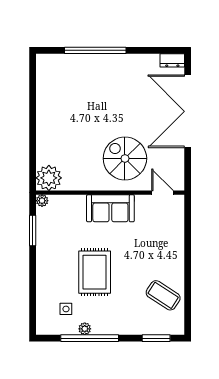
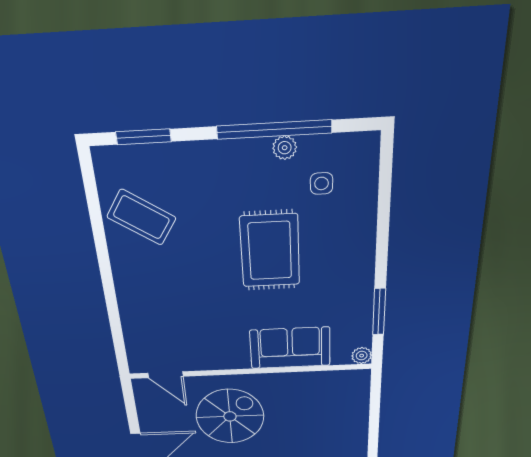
spiral stairs: (125, 158) -> (230, 416), turned -90
plant: (49, 178) -> (350, 387), removed
sofa: (110, 208) -> (290, 348), moved

